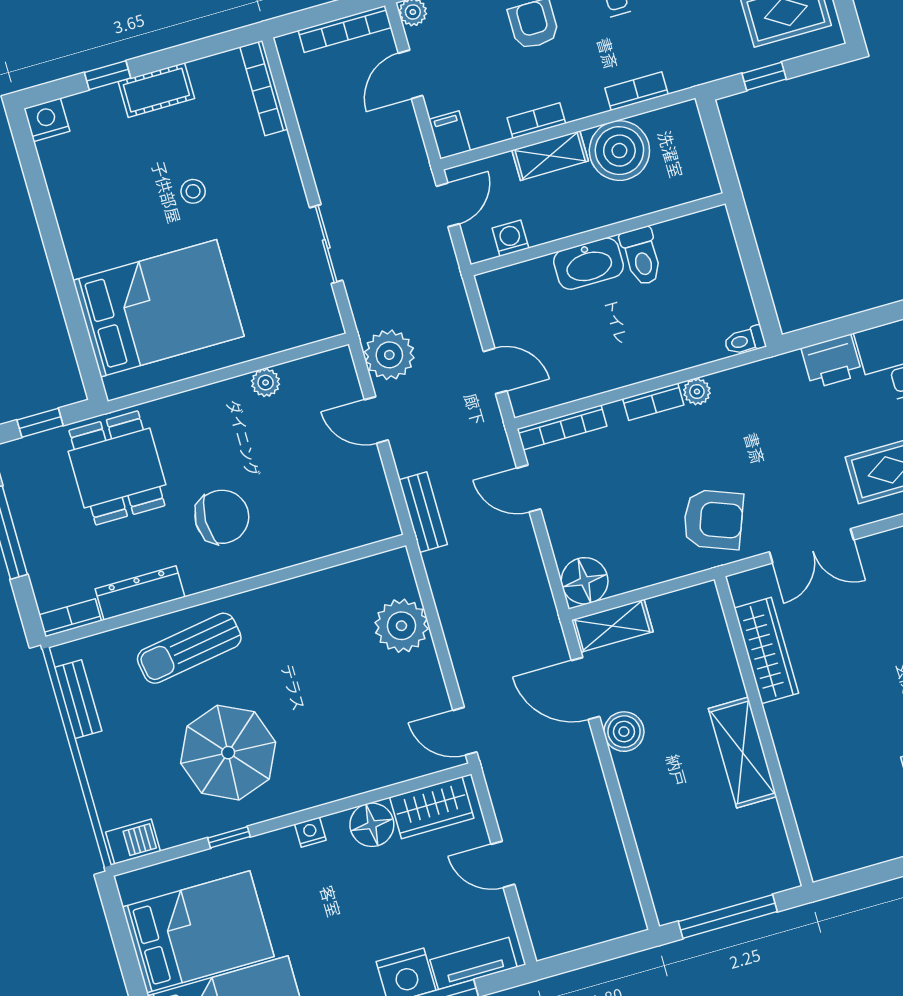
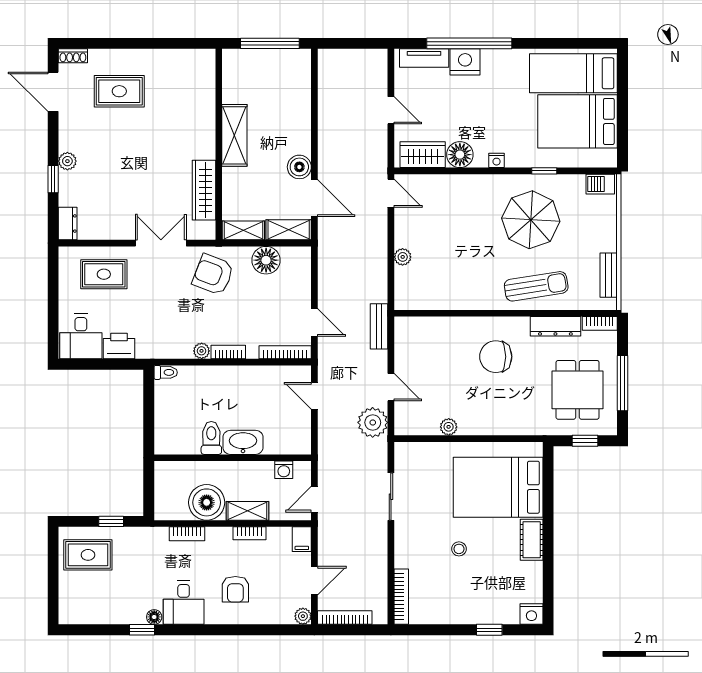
cot: (156, 90) -> (532, 540), moved, turned 90
dining table: (117, 468) -> (578, 390), moved
floor lamp: (585, 581) -> (266, 260), moved
shelving: (685, 604) -> (243, 230), added
plant: (401, 626) -> (403, 257), width x0.53, depth x0.53

